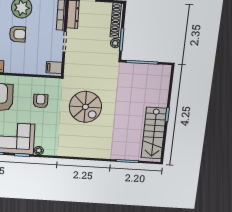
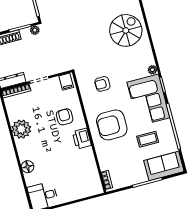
armchair: (18, 34) -> (65, 117), moved
plant: (115, 43) -> (35, 30), moved
spiral stairs: (85, 107) -> (126, 30), moved

